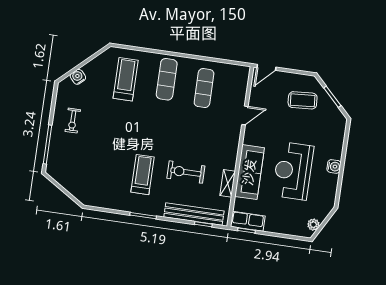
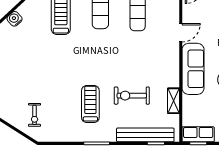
exercise bike: (73, 121) -> (35, 115), moved
sofa: (249, 172) -> (193, 69), moved

